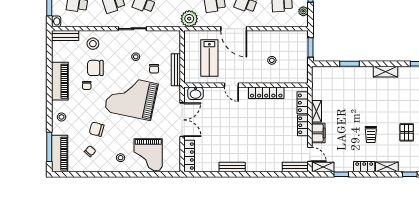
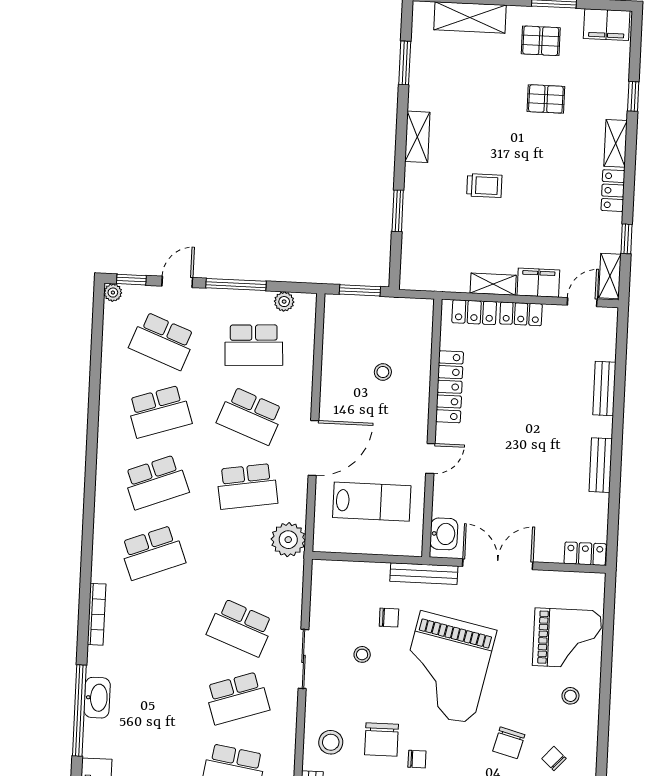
bench: (176, 70) -> (424, 574), moved
trolley: (371, 135) -> (484, 186), moved
locker: (189, 156) -> (585, 554), width x0.66
bench: (295, 167) -> (604, 389), moved

